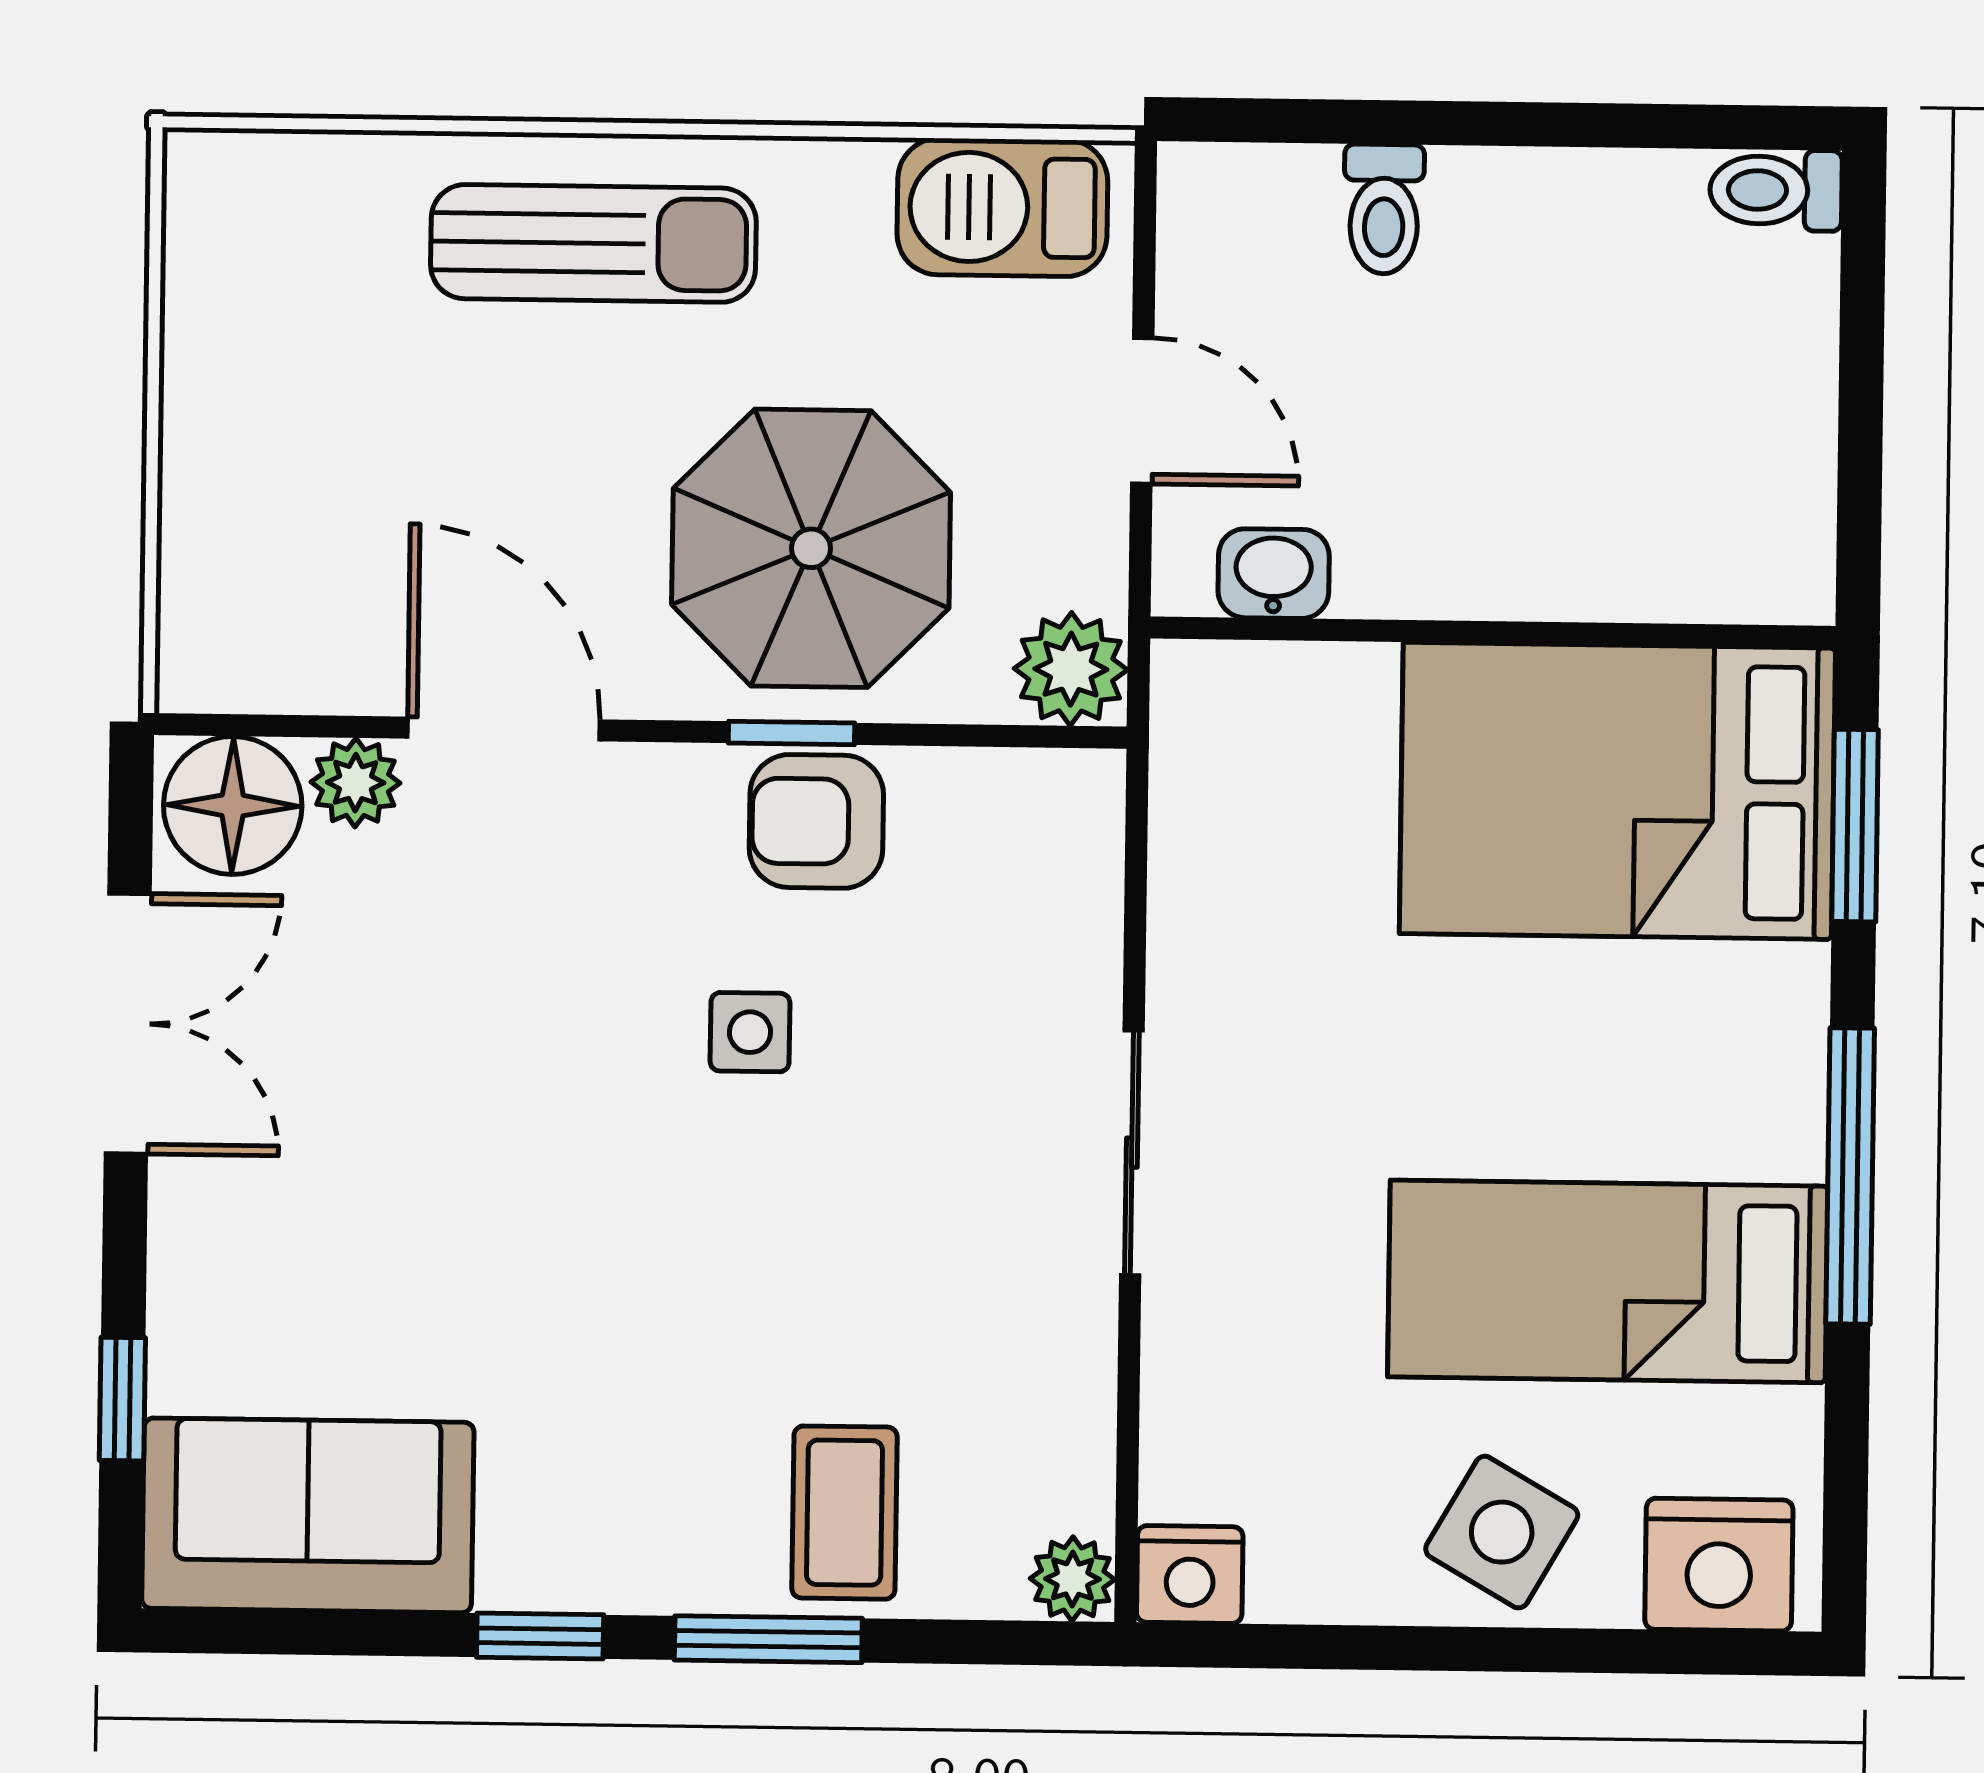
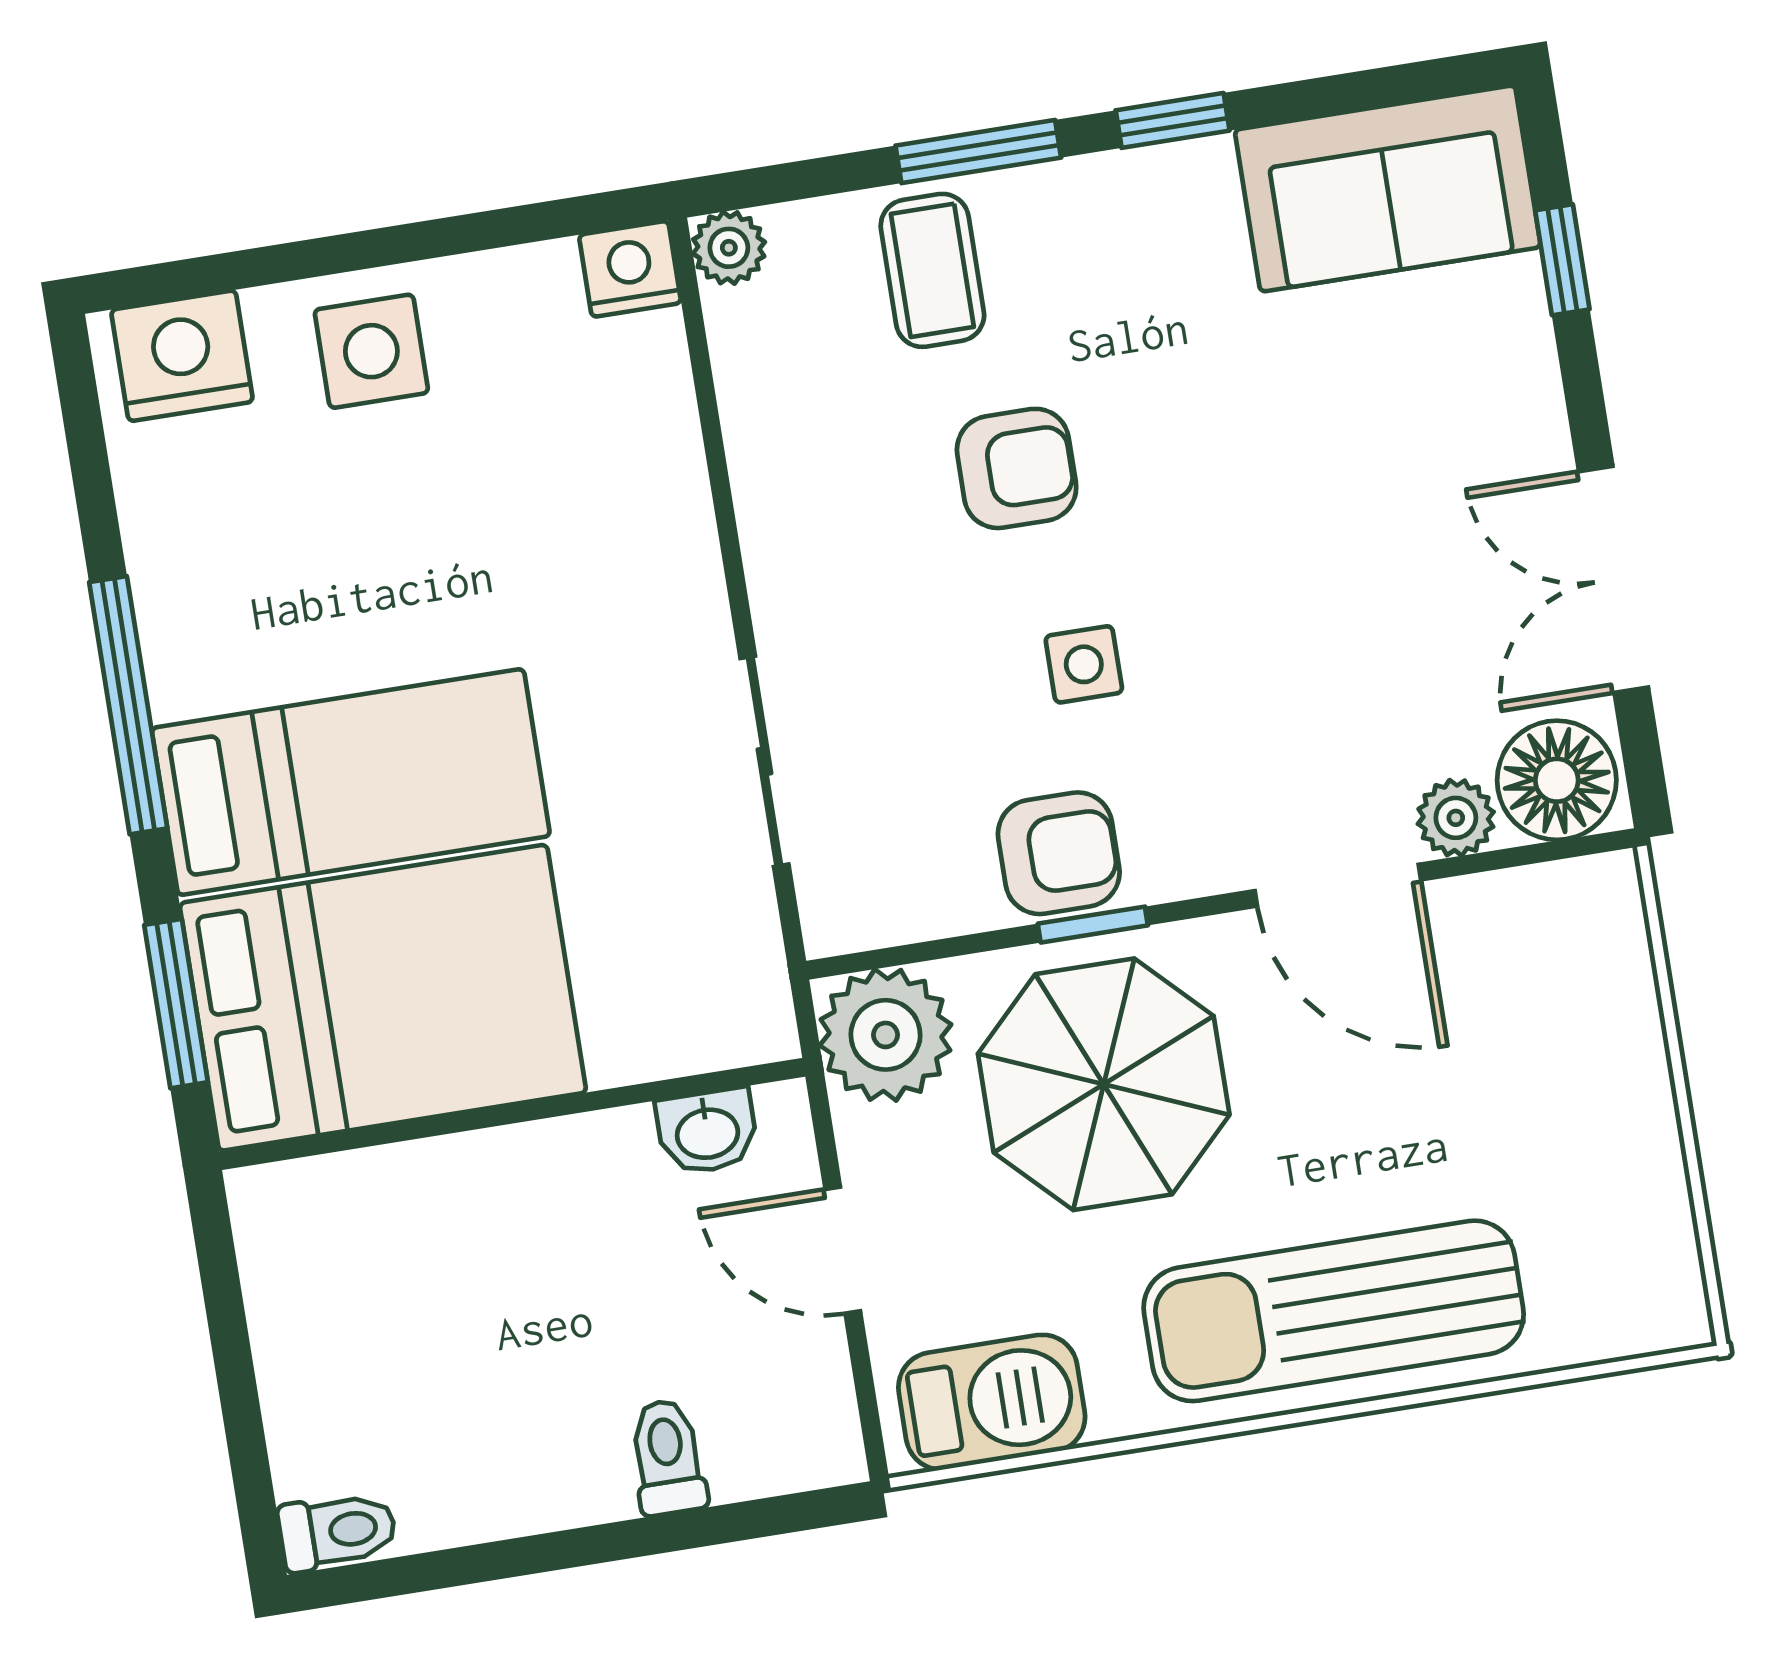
sun lounger: (593, 243) -> (1334, 1311), width x1.36, depth x1.34
plant: (1071, 669) -> (886, 1035), width x1.36, depth x1.36
sliding door: (1132, 1153) -> (765, 761), moved
armchair: (788, 1269) -> (1017, 468), added
bed: (1608, 1281) -> (351, 782), moved
side table: (1502, 1532) -> (371, 351), turned -30

